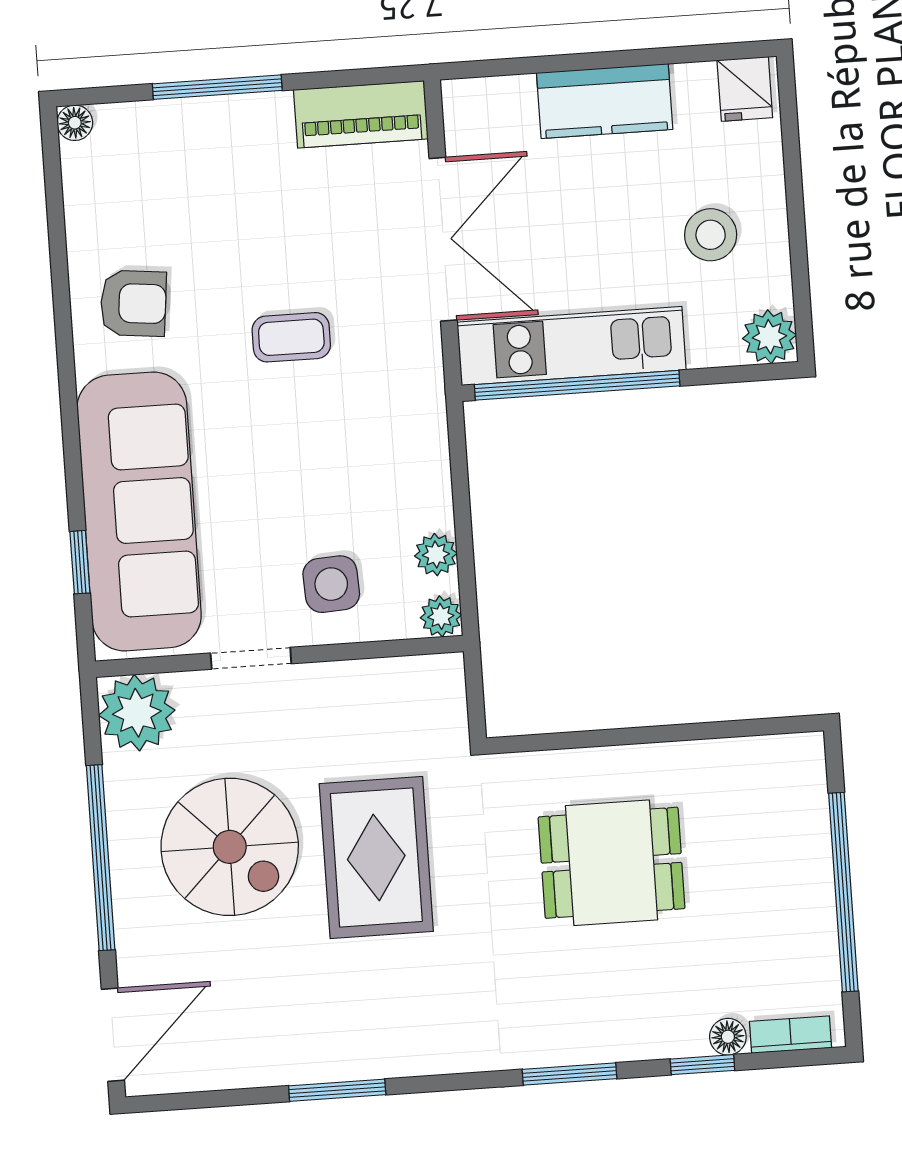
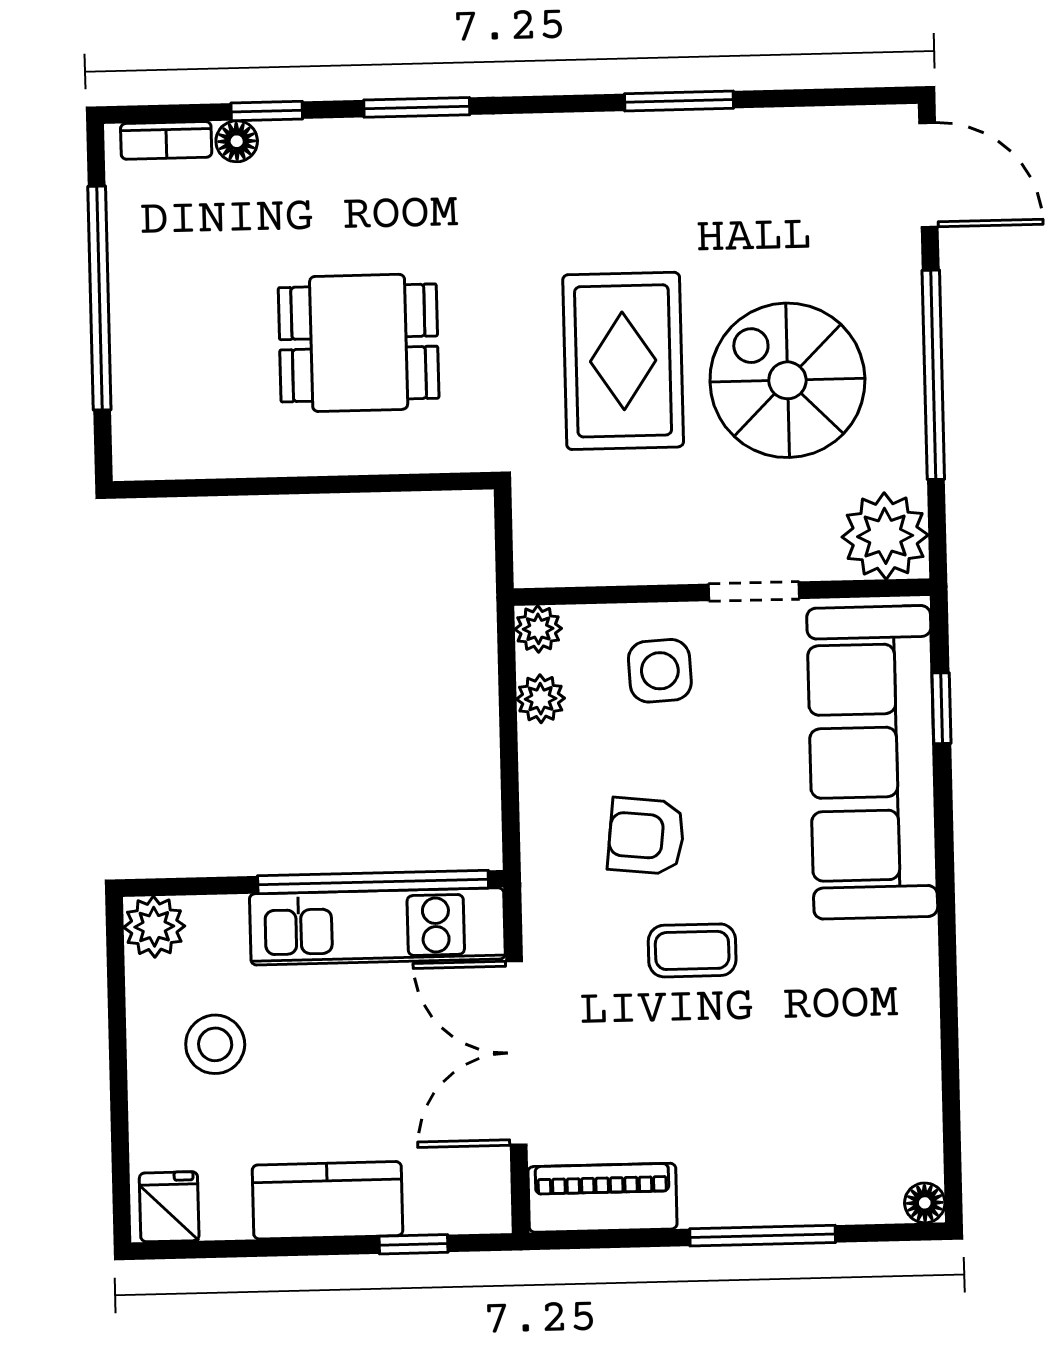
window: (527, 66) -> (414, 1244), added
armchair: (133, 303) -> (646, 836), moved
door: (113, 1035) -> (928, 175), swing flipped

